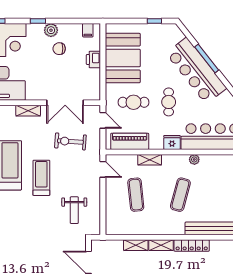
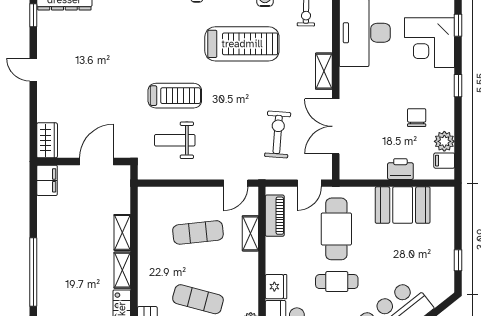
plant: (51, 30) -> (444, 141), moved
booth: (123, 58) -> (403, 205), width x0.73, depth x0.70
cafe table: (134, 102) -> (336, 229), width x1.37, depth x1.35
piano: (130, 141) -> (275, 216), width x0.73, depth x0.75
shelving: (150, 160) -> (250, 233), moved
treadmill: (41, 178) -> (175, 96), moved

